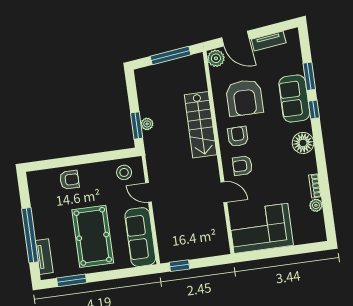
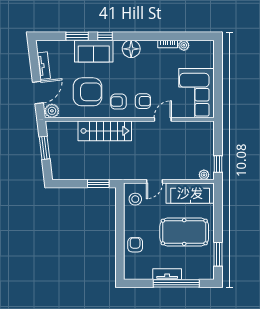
window: (171, 55) -> (44, 148), width x0.69
plant: (147, 124) -> (204, 175), moved
armchair: (242, 166) -> (143, 101), turned -90
tv unit: (44, 257) -> (167, 274), moved

